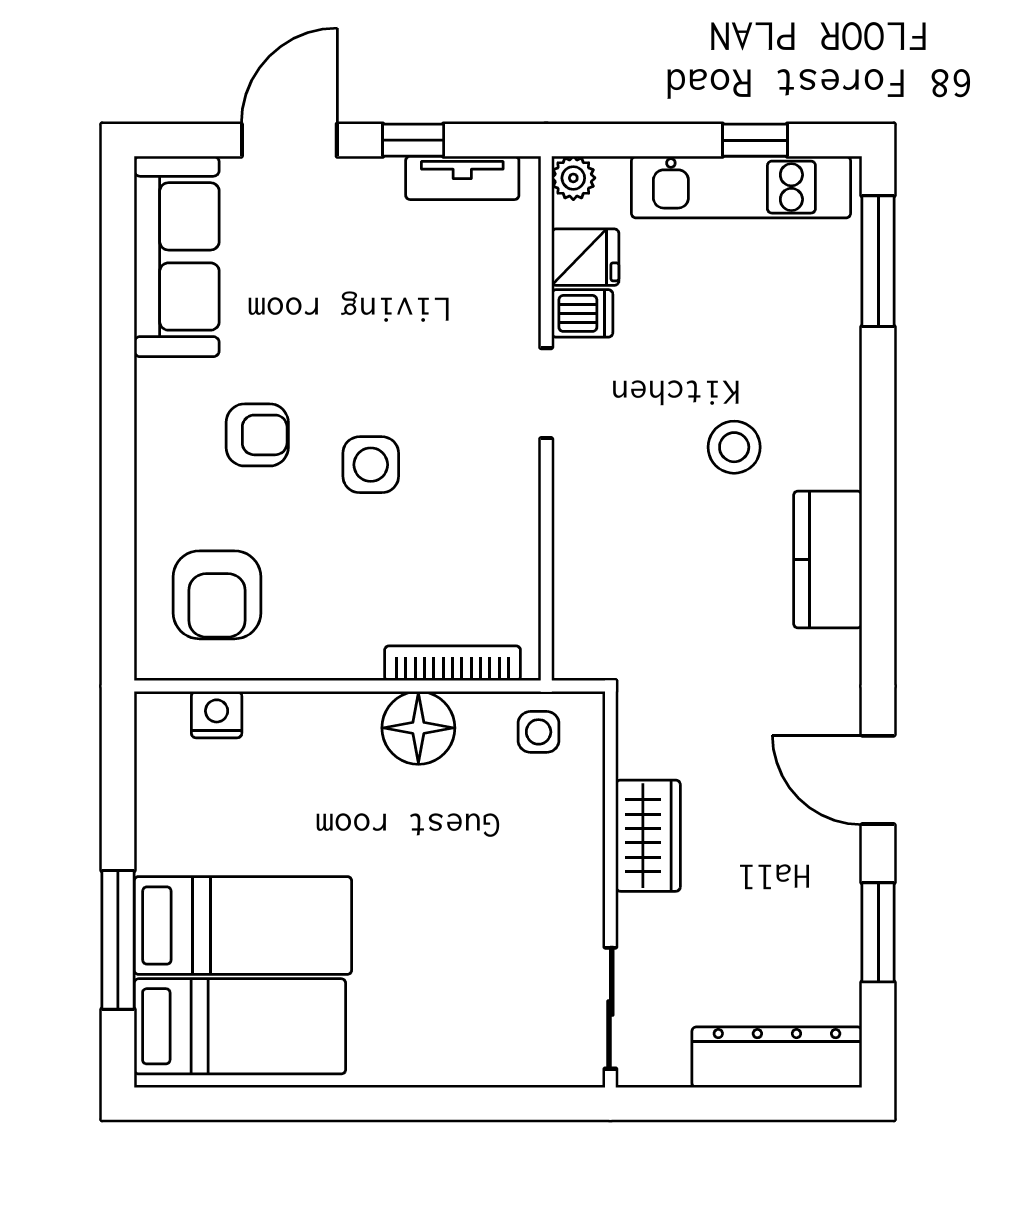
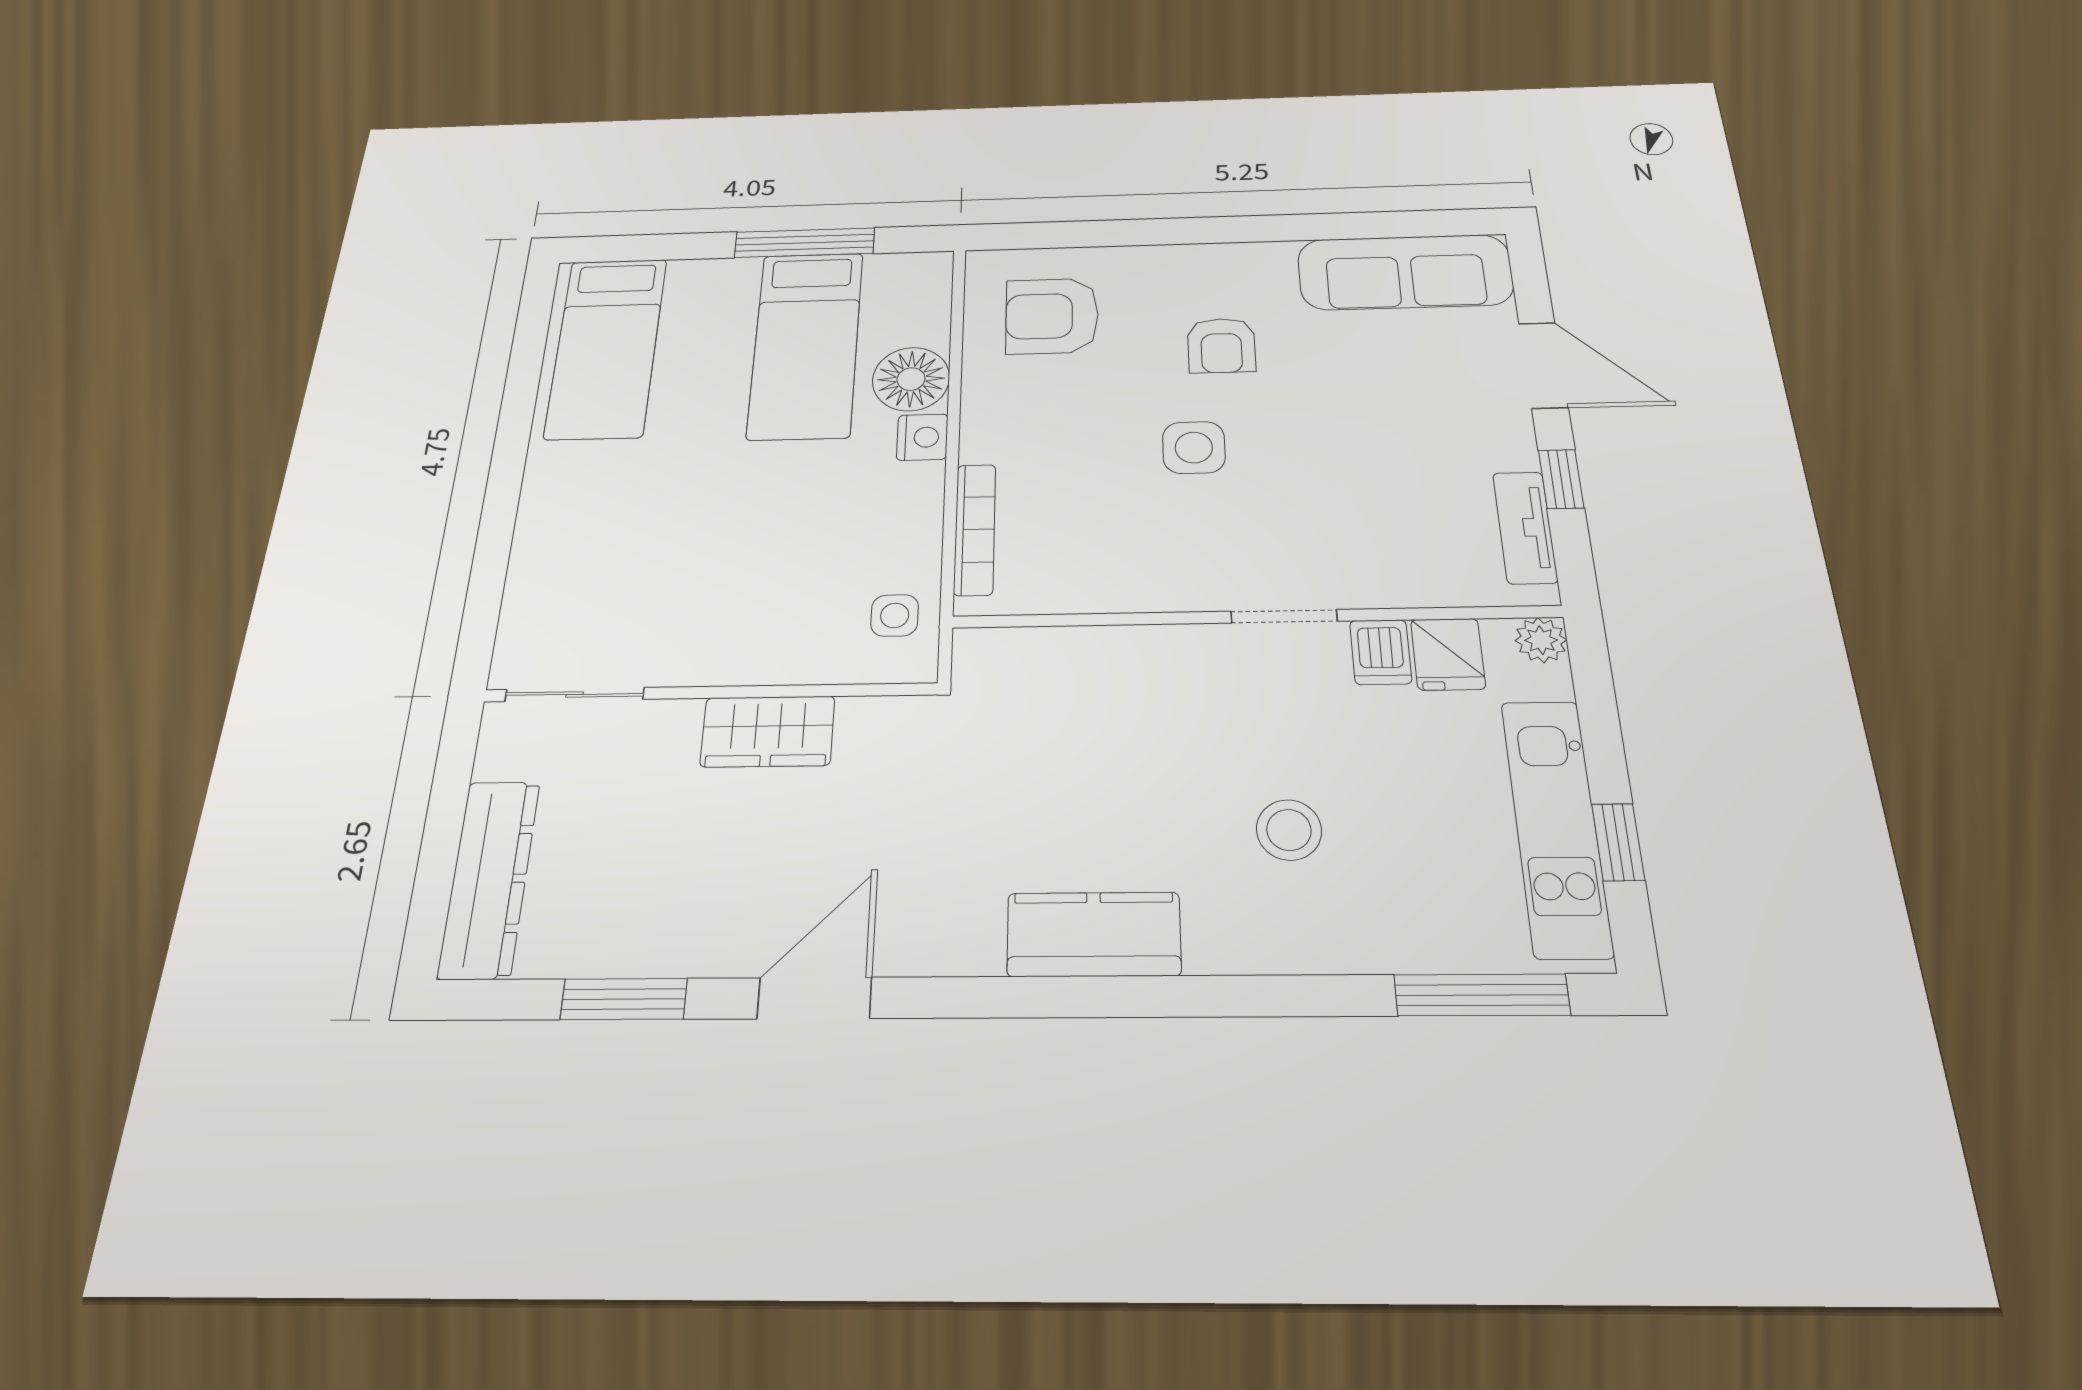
stool: (734, 447) -> (1289, 830), moved
nightstand: (217, 715) -> (922, 437), moved
floor lamp: (418, 728) -> (911, 379), moved
bed: (243, 925) -> (806, 345), moved
window: (118, 940) -> (805, 243), moved

